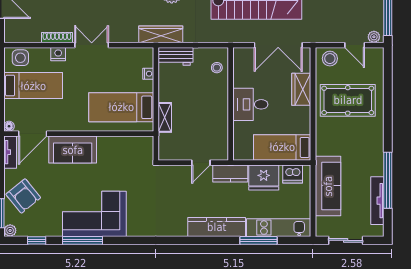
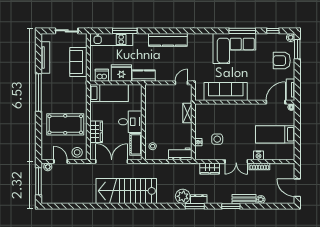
wardrobe: (161, 34) -> (210, 168), moved, width x0.67
side table: (20, 58) -> (217, 139), moved
cot: (242, 70) -> (136, 144), added
bed: (121, 107) -> (216, 120), removed
sofa: (73, 150) -> (226, 92), moved, width x1.36
door: (201, 163) -> (181, 83), moved
window: (388, 180) -> (39, 93), moved
sofa: (328, 186) -> (78, 62), width x0.73
armchair: (23, 196) -> (282, 61), turned -51
kitchen counter: (217, 227) -> (168, 40), moved

